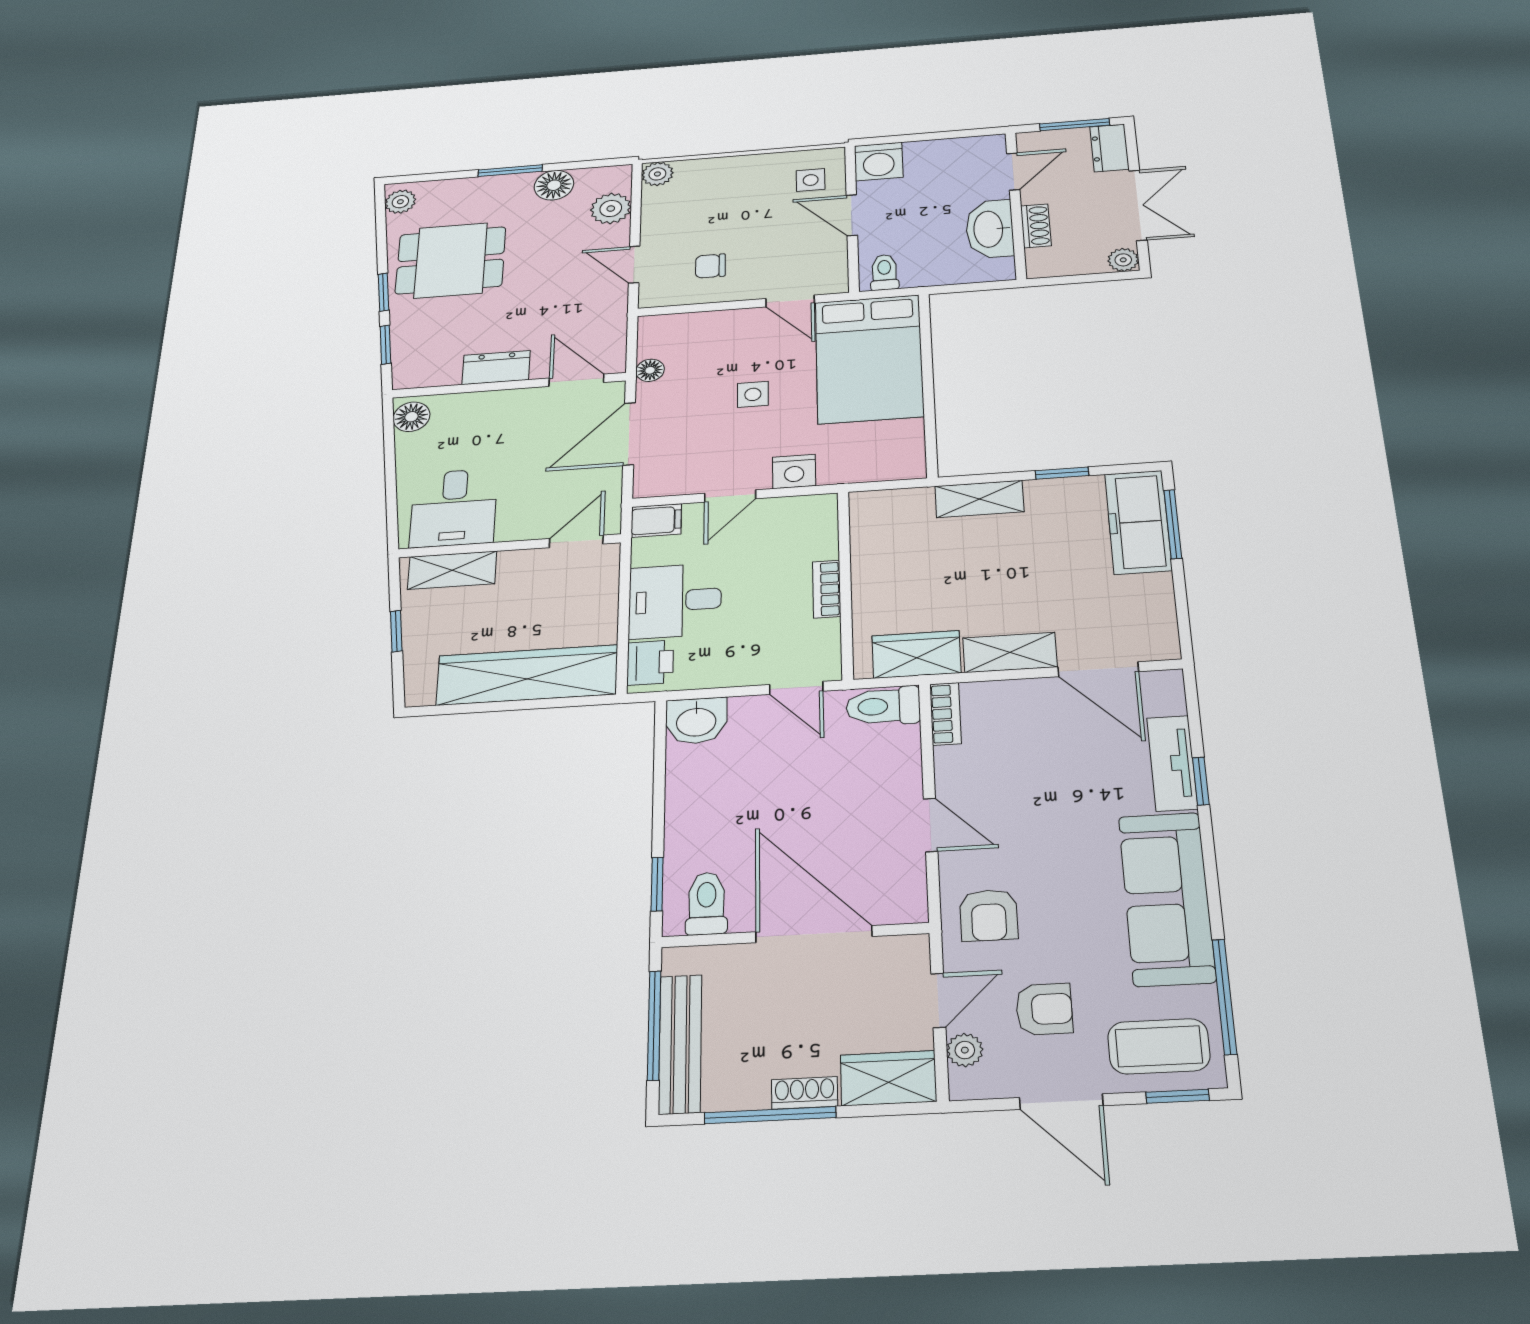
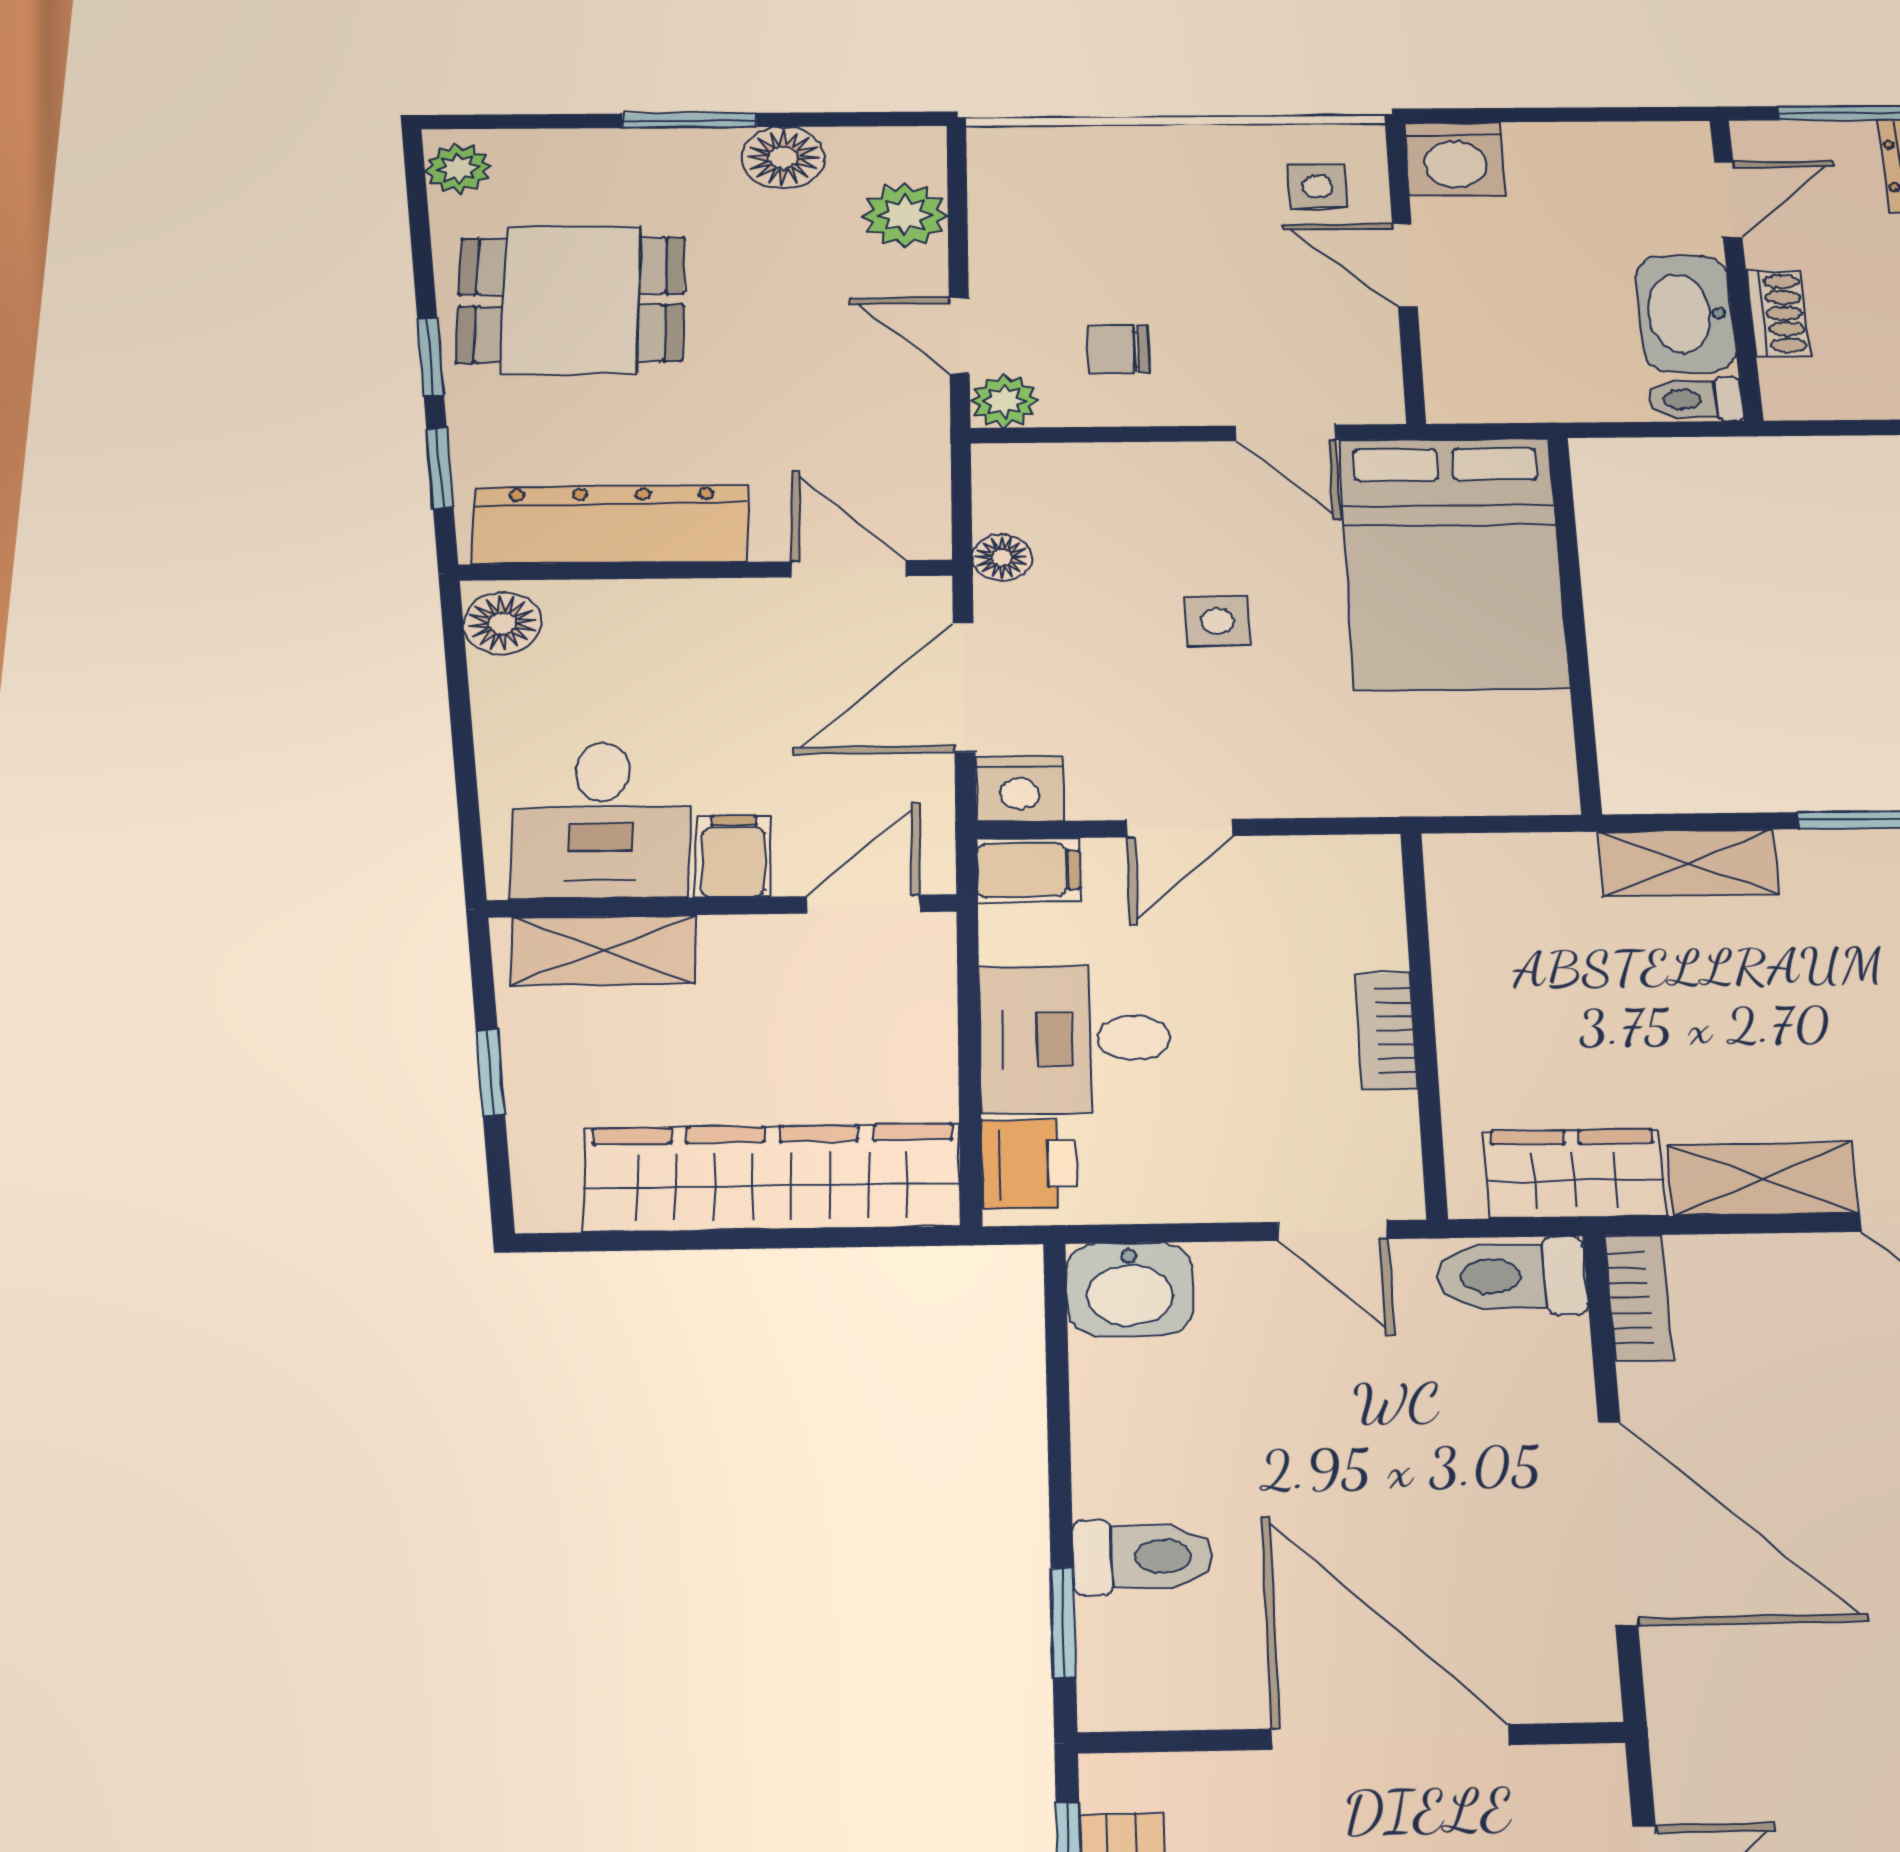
plant: (657, 174) -> (1004, 401), moved
toilet: (884, 272) -> (1695, 399), moved, turned -90
dresser: (496, 368) -> (611, 524), width x1.96, depth x1.24
nightstand: (794, 472) -> (1020, 789), moved
filing cabinet: (515, 522) -> (733, 856), added
door: (931, 825) -> (1618, 1523), width x1.88
toilet: (707, 903) -> (1143, 1557), moved, turned 90
armchair: (989, 915) -> (1743, 1711), removed

